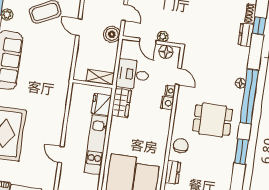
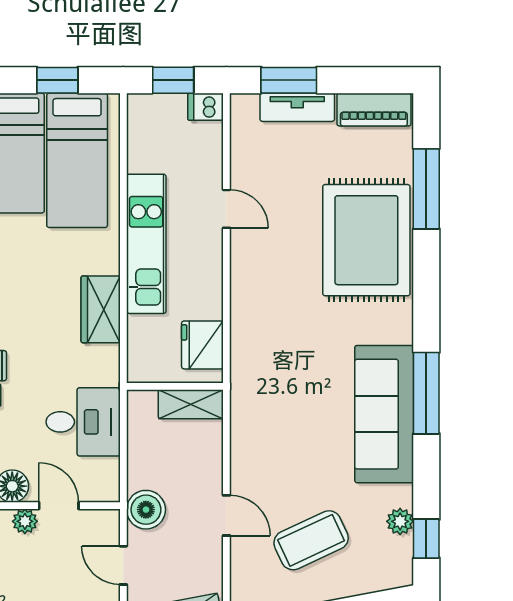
shelving: (100, 77) -> (191, 404), moved
wardrobe: (121, 103) -> (101, 309), moved
fridge: (101, 105) -> (202, 345), moved, turned 180

